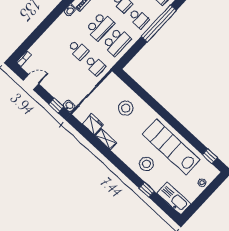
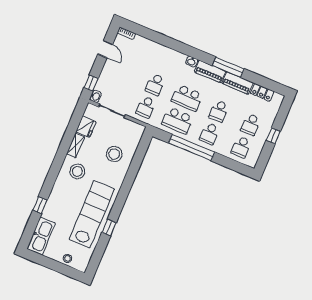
window: (159, 23) -> (192, 148), moved
window: (210, 156) -> (109, 228), moved
stool: (146, 164) -> (77, 171), moved

